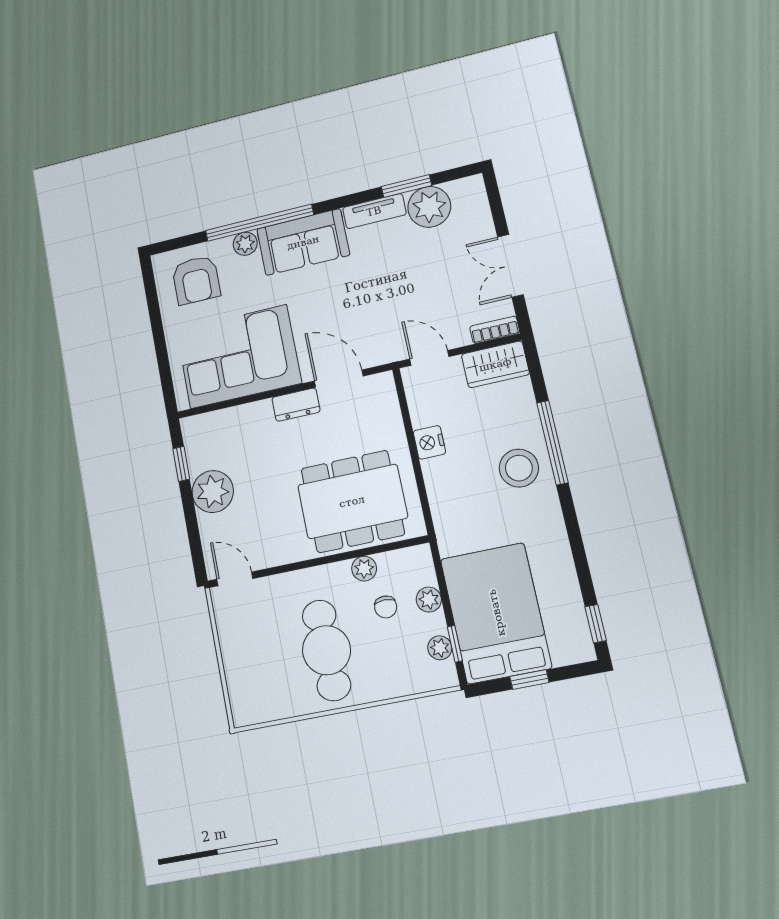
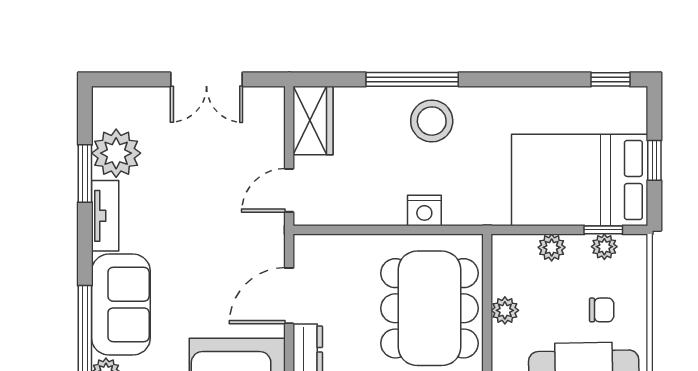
bookcase: (495, 330) -> (274, 113), removed
nightstand: (429, 442) -> (424, 211), moved
chair: (386, 607) -> (602, 310), moved

